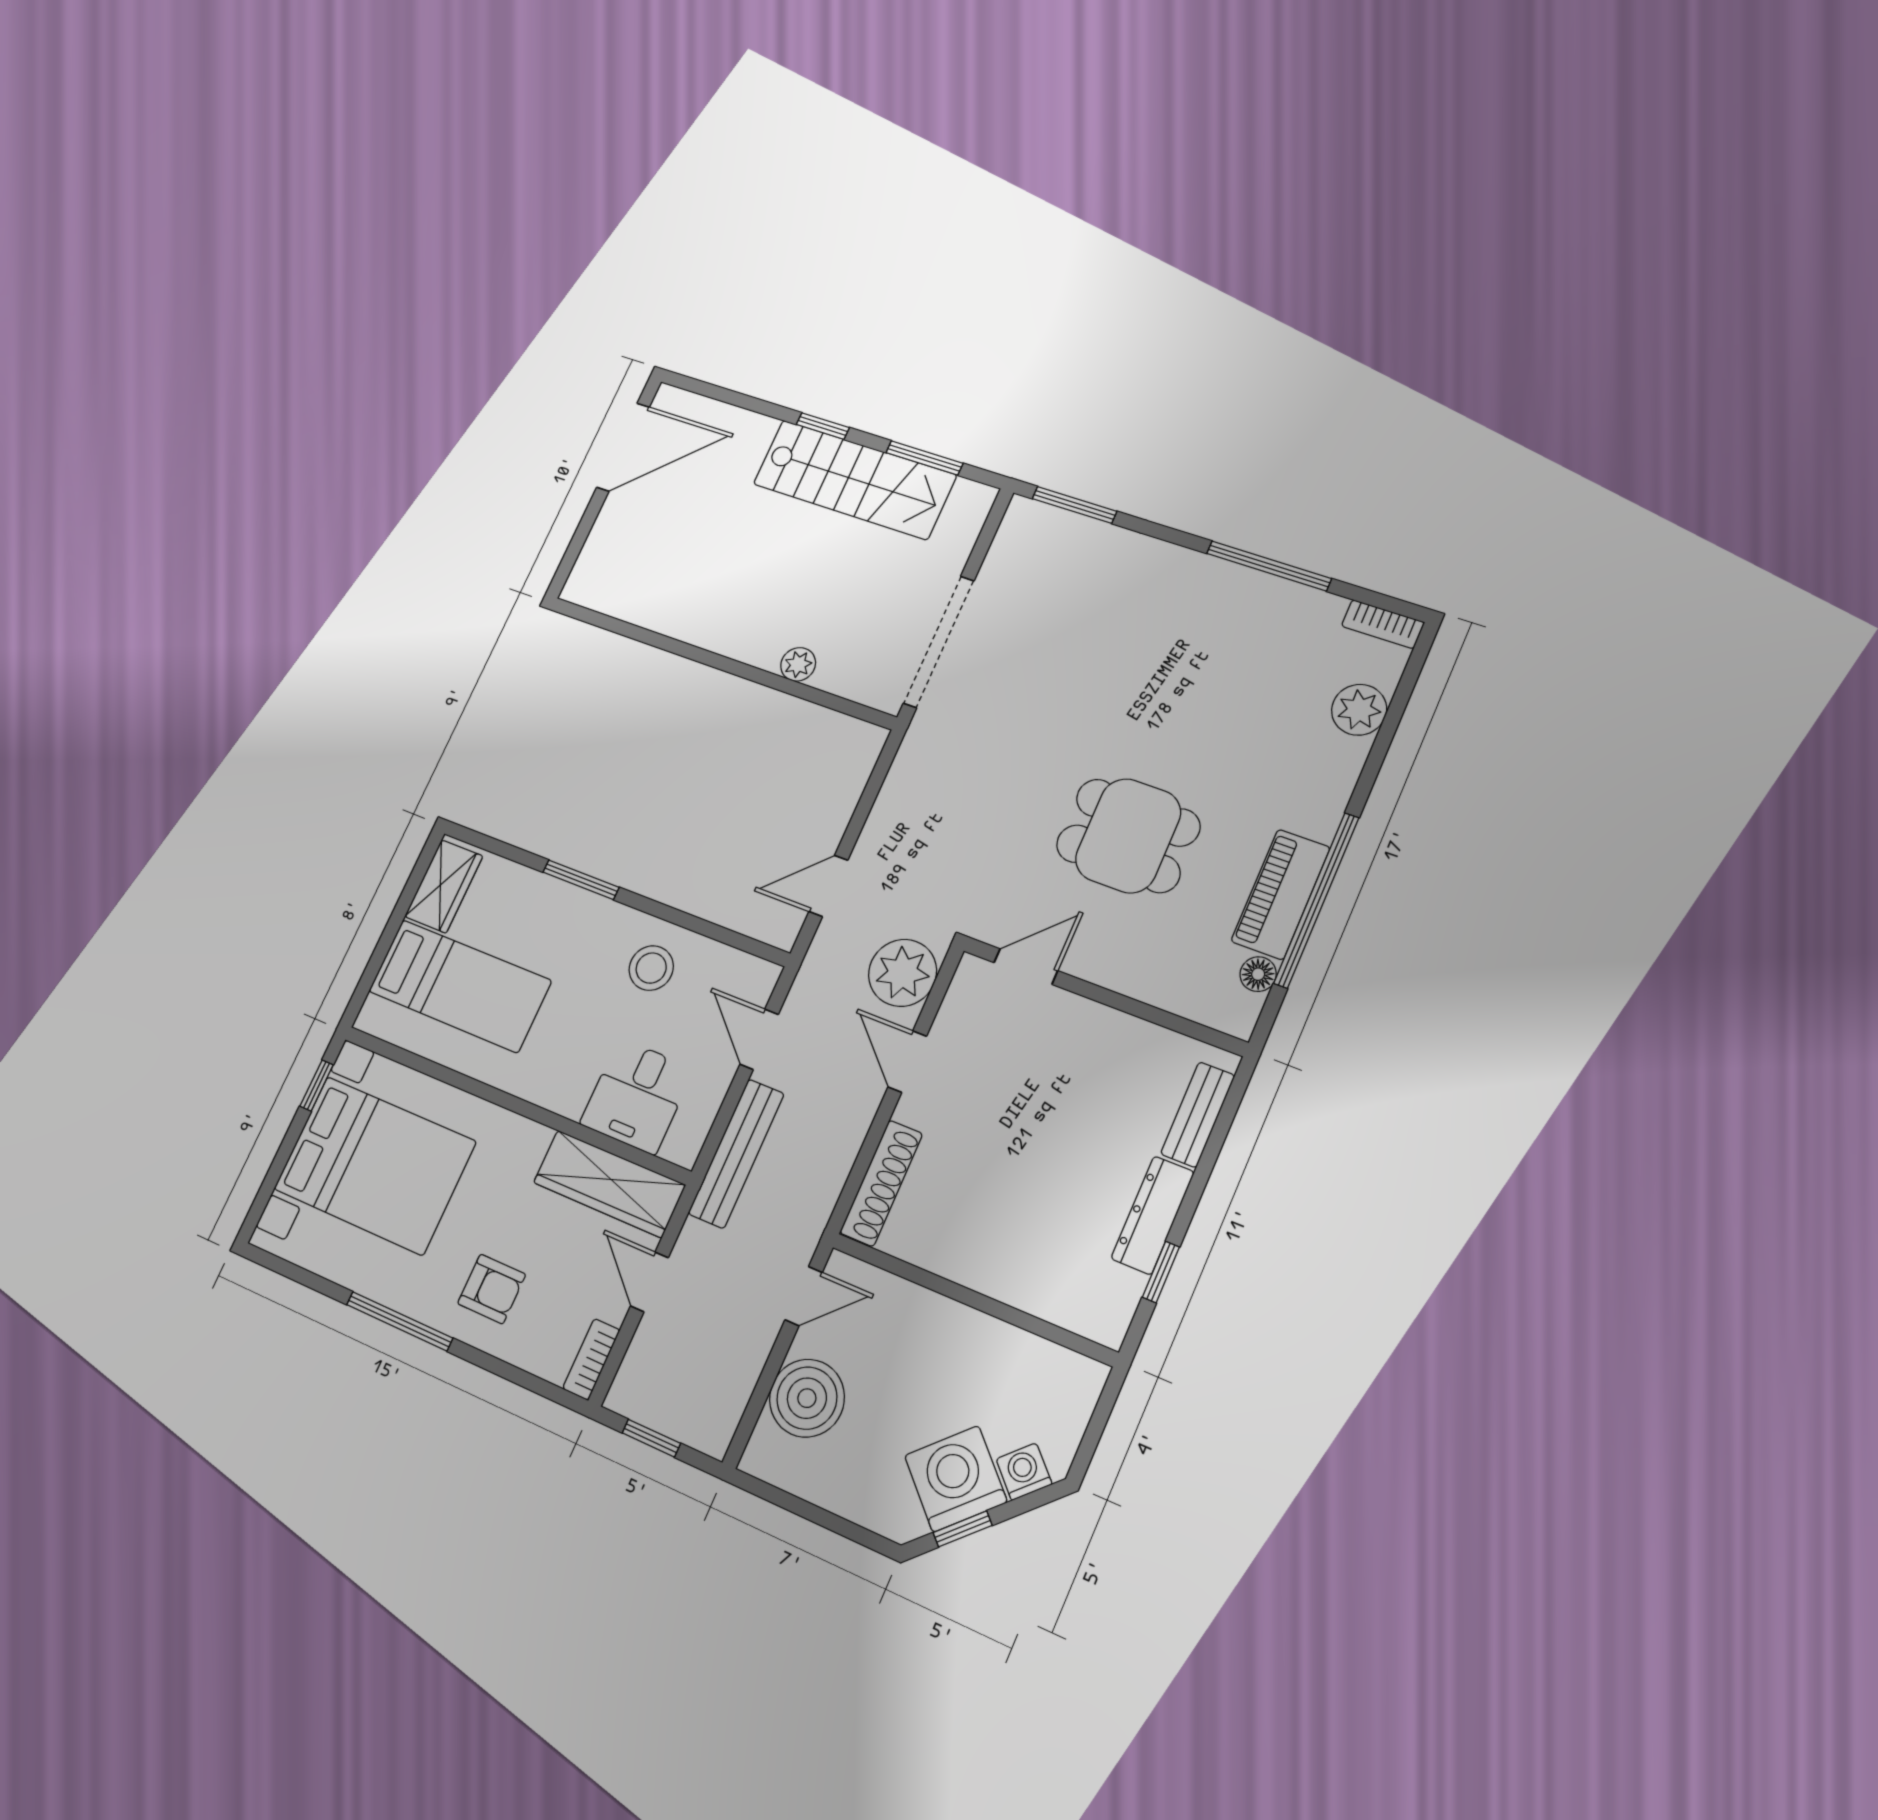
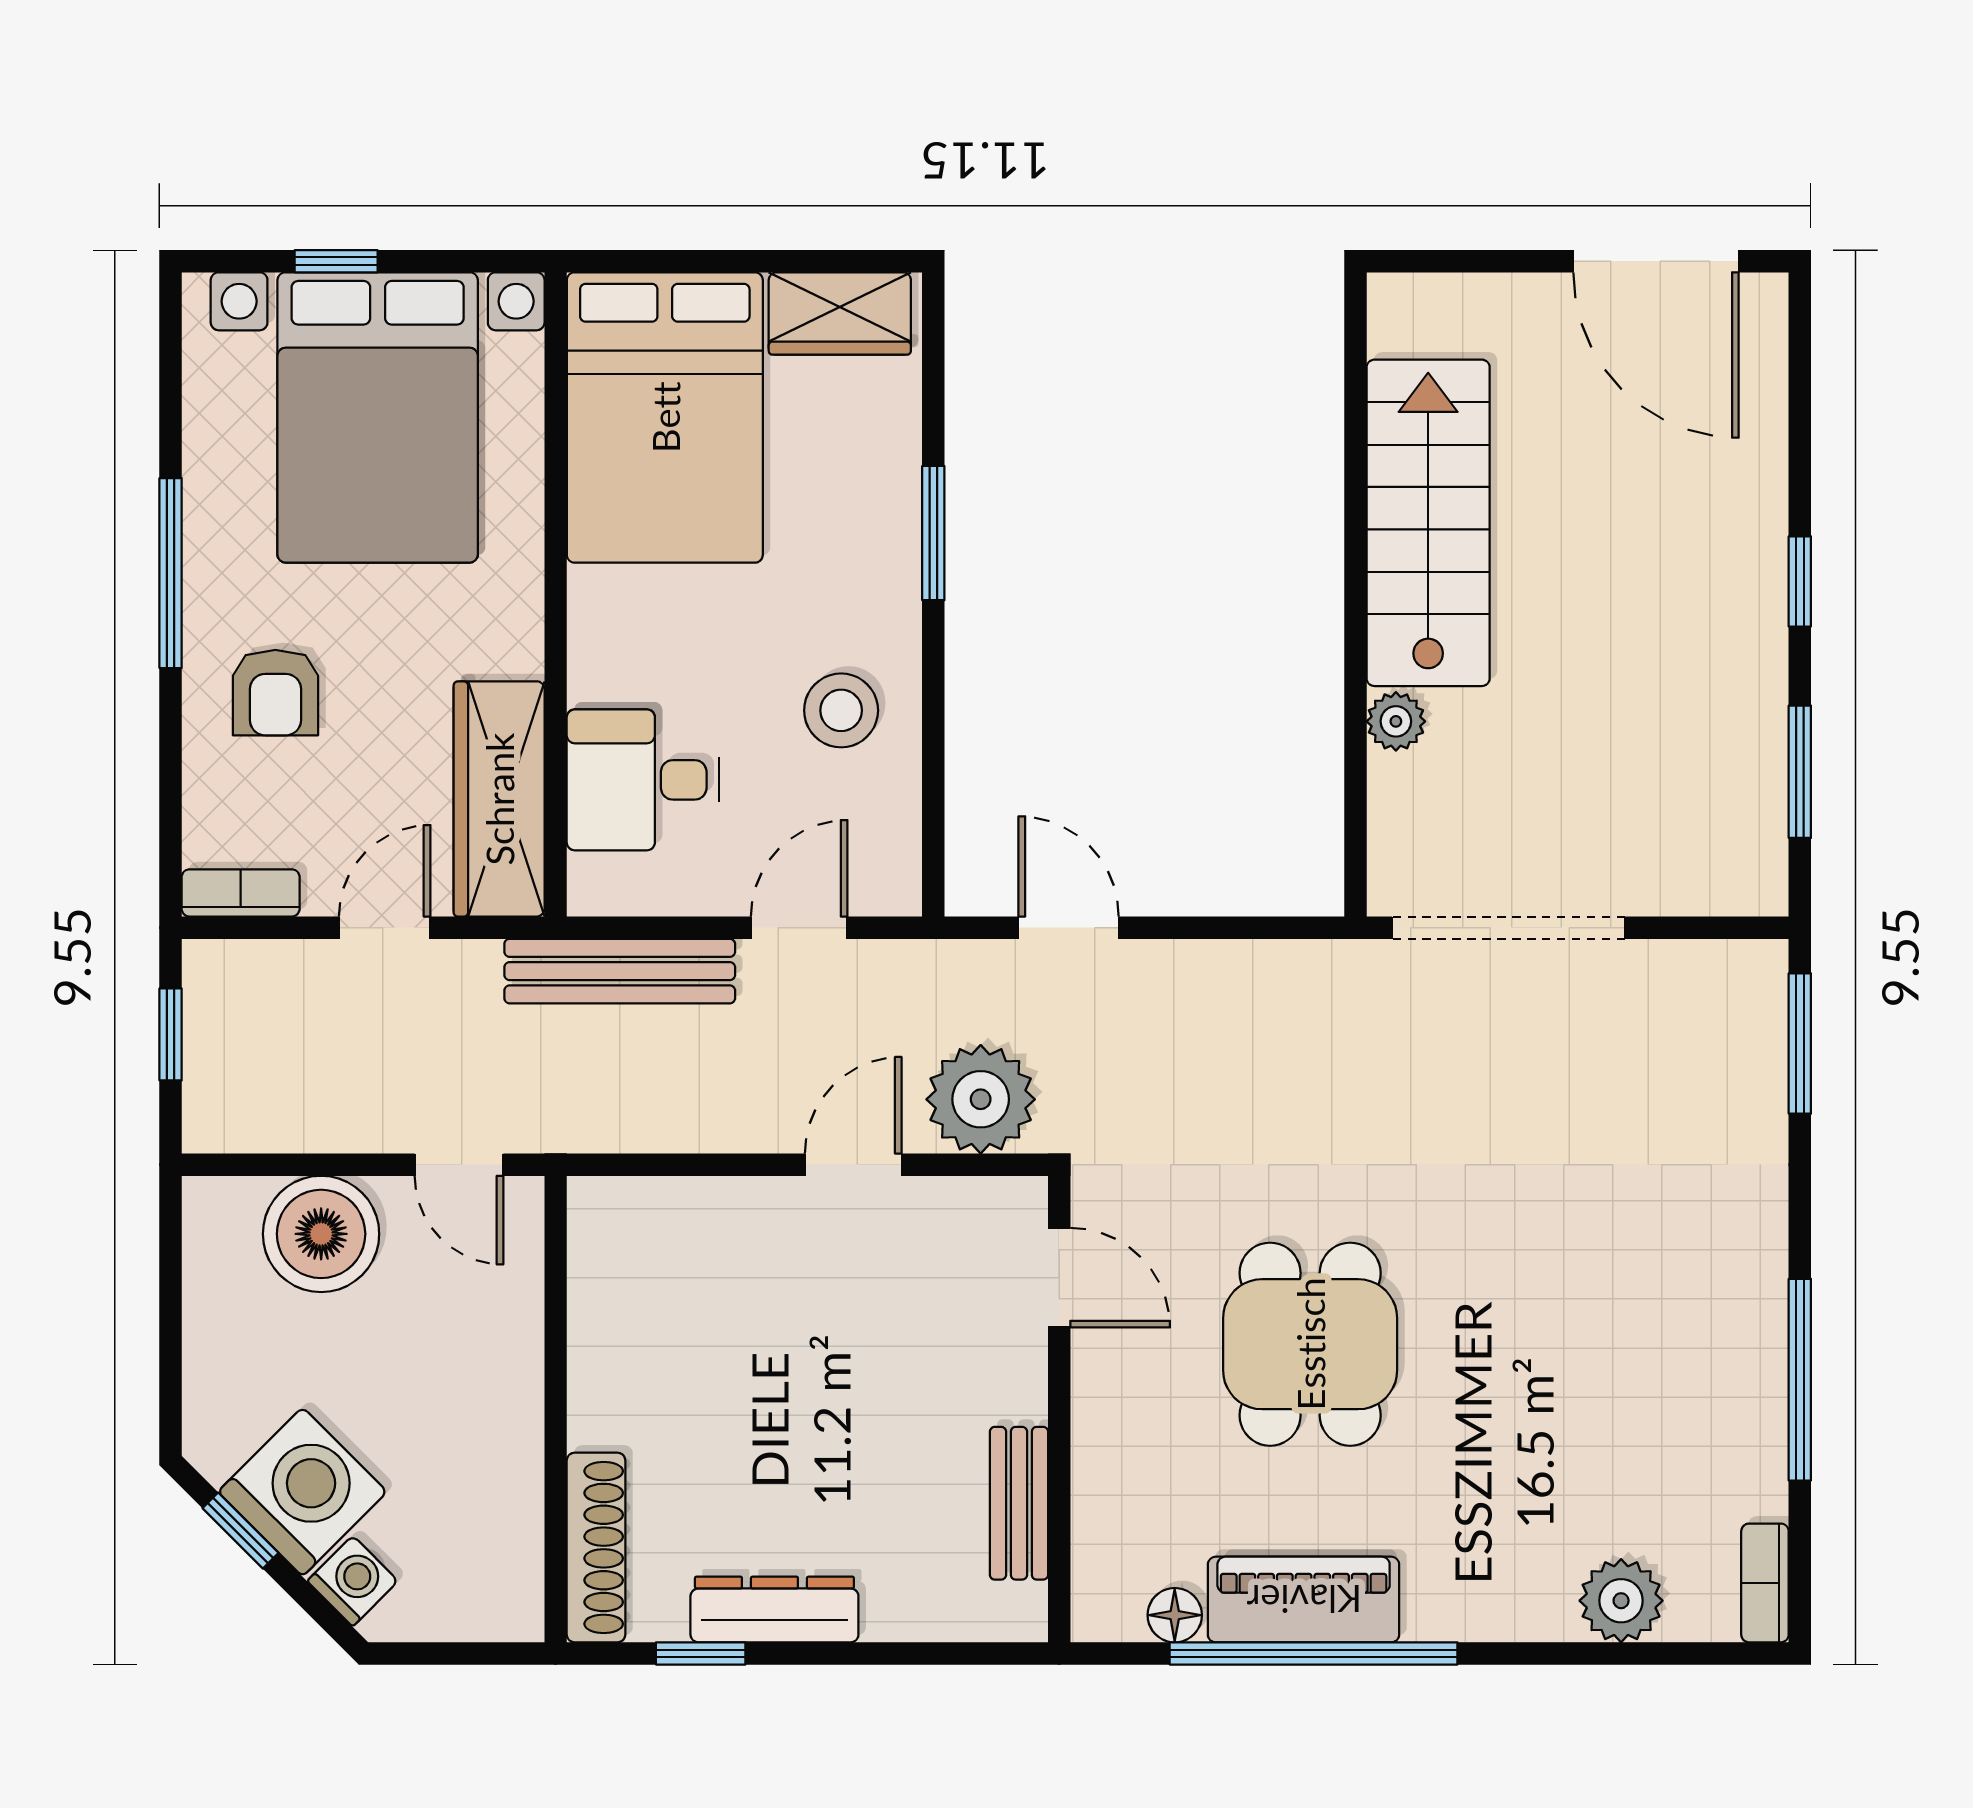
stairs: (854, 479) -> (1428, 523), moved, turned 180
bed: (460, 986) -> (665, 417), width x1.50
window: (317, 1086) -> (336, 261), moved
bench: (1198, 1115) -> (1019, 1503), moved, turned 90
shoe rack: (881, 1183) -> (596, 1547), moved, turned -90

